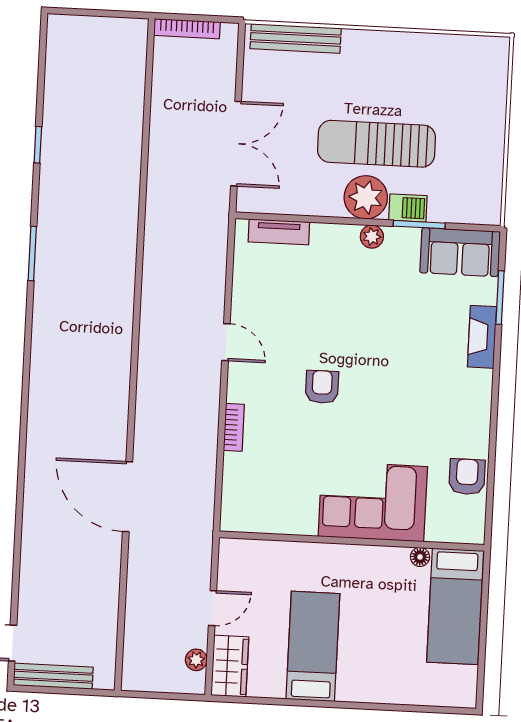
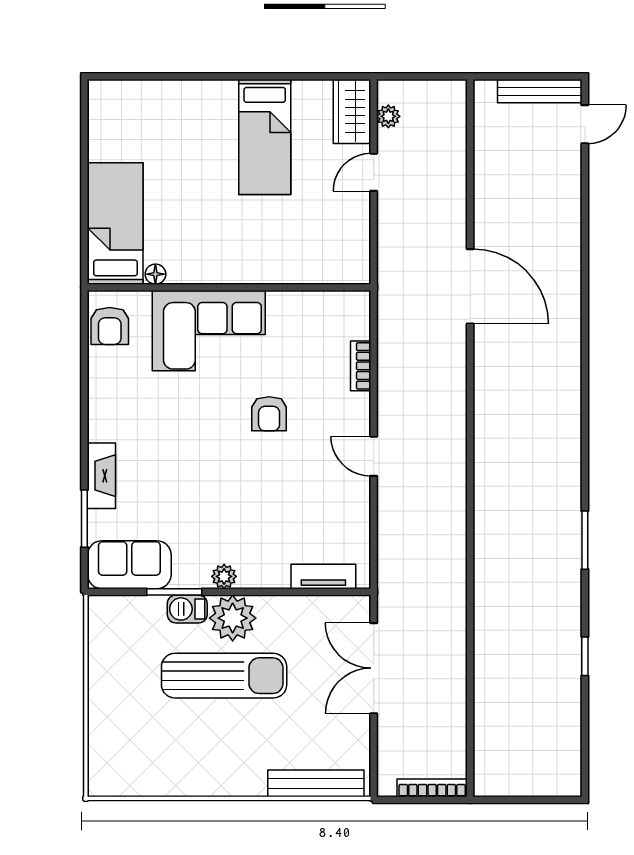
corner sofa: (373, 502) -> (209, 331), moved
wall: (352, 541) -> (229, 287), moved
floor lamp: (420, 557) -> (155, 274), moved
bed: (455, 606) -> (115, 223), moved

